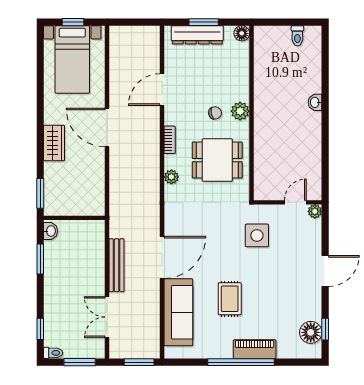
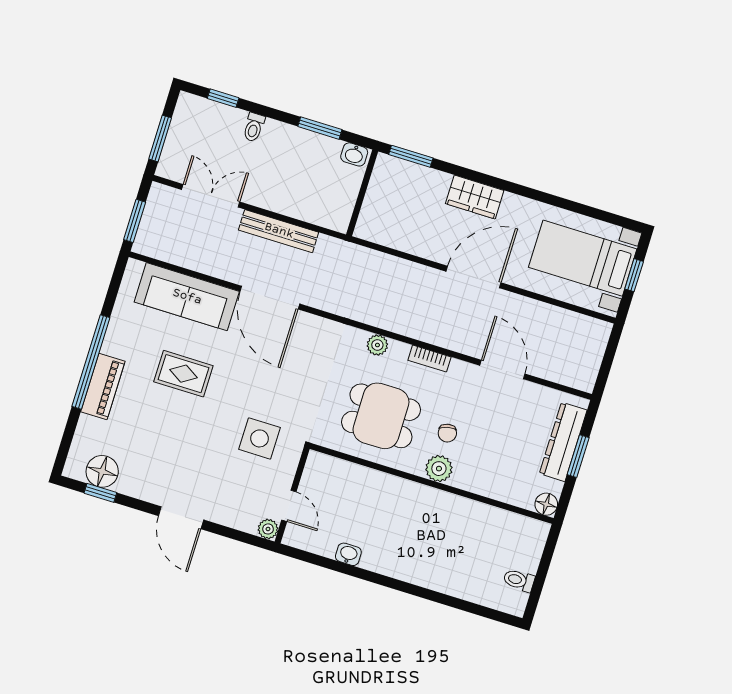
washbasin: (315, 102) -> (348, 554), moved
dining table: (217, 160) -> (381, 416), turned 90
toilet: (53, 353) -> (254, 127), moved

